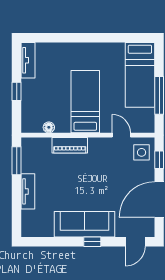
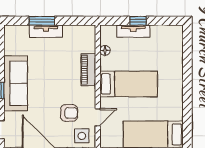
tv unit: (28, 60) -> (133, 31), moved
window: (17, 161) -> (42, 21), moved
armchair: (117, 166) -> (69, 113), added

